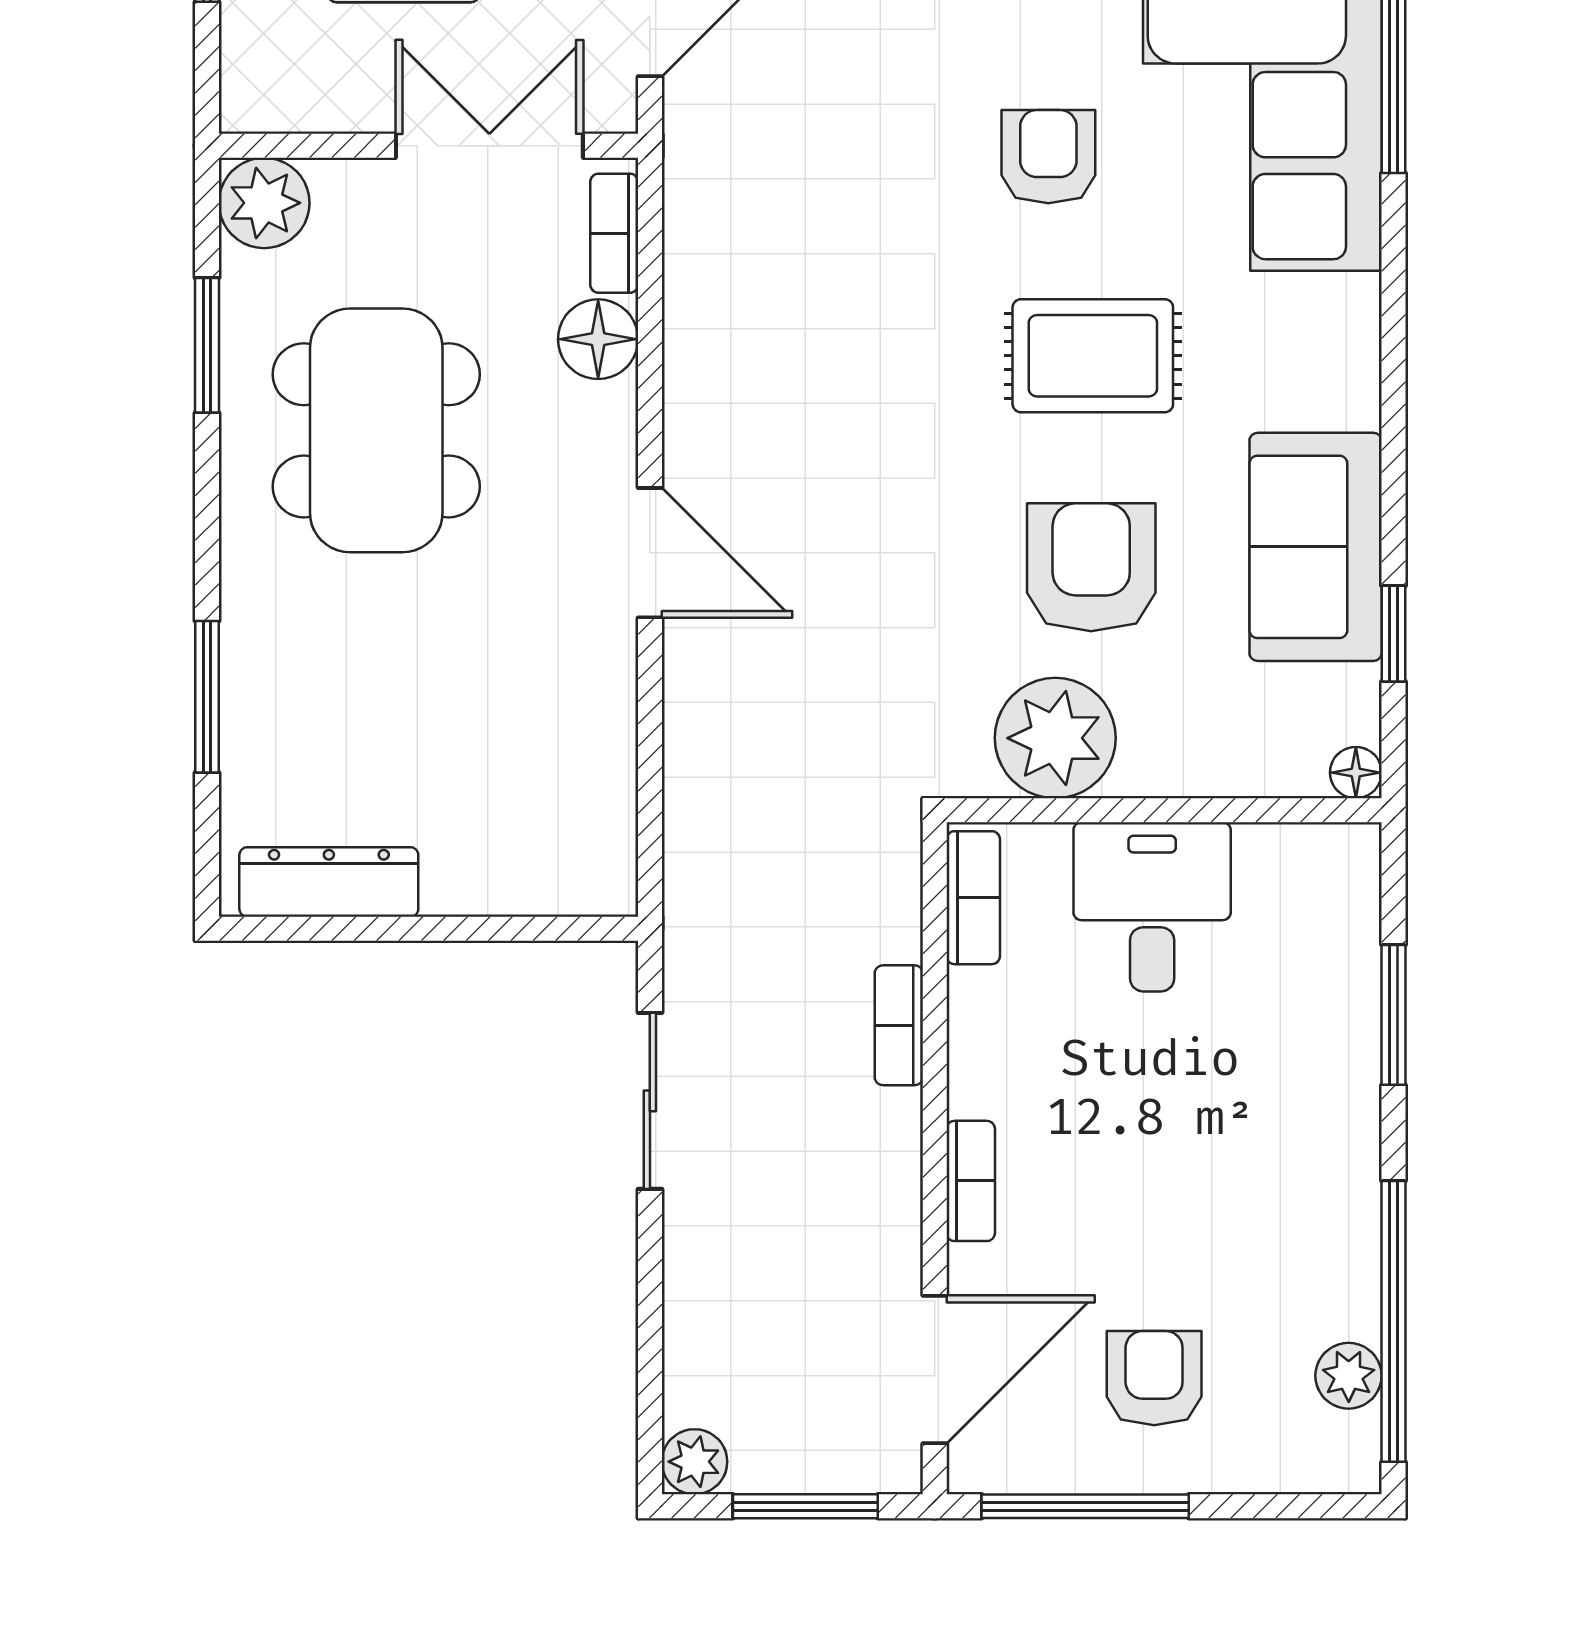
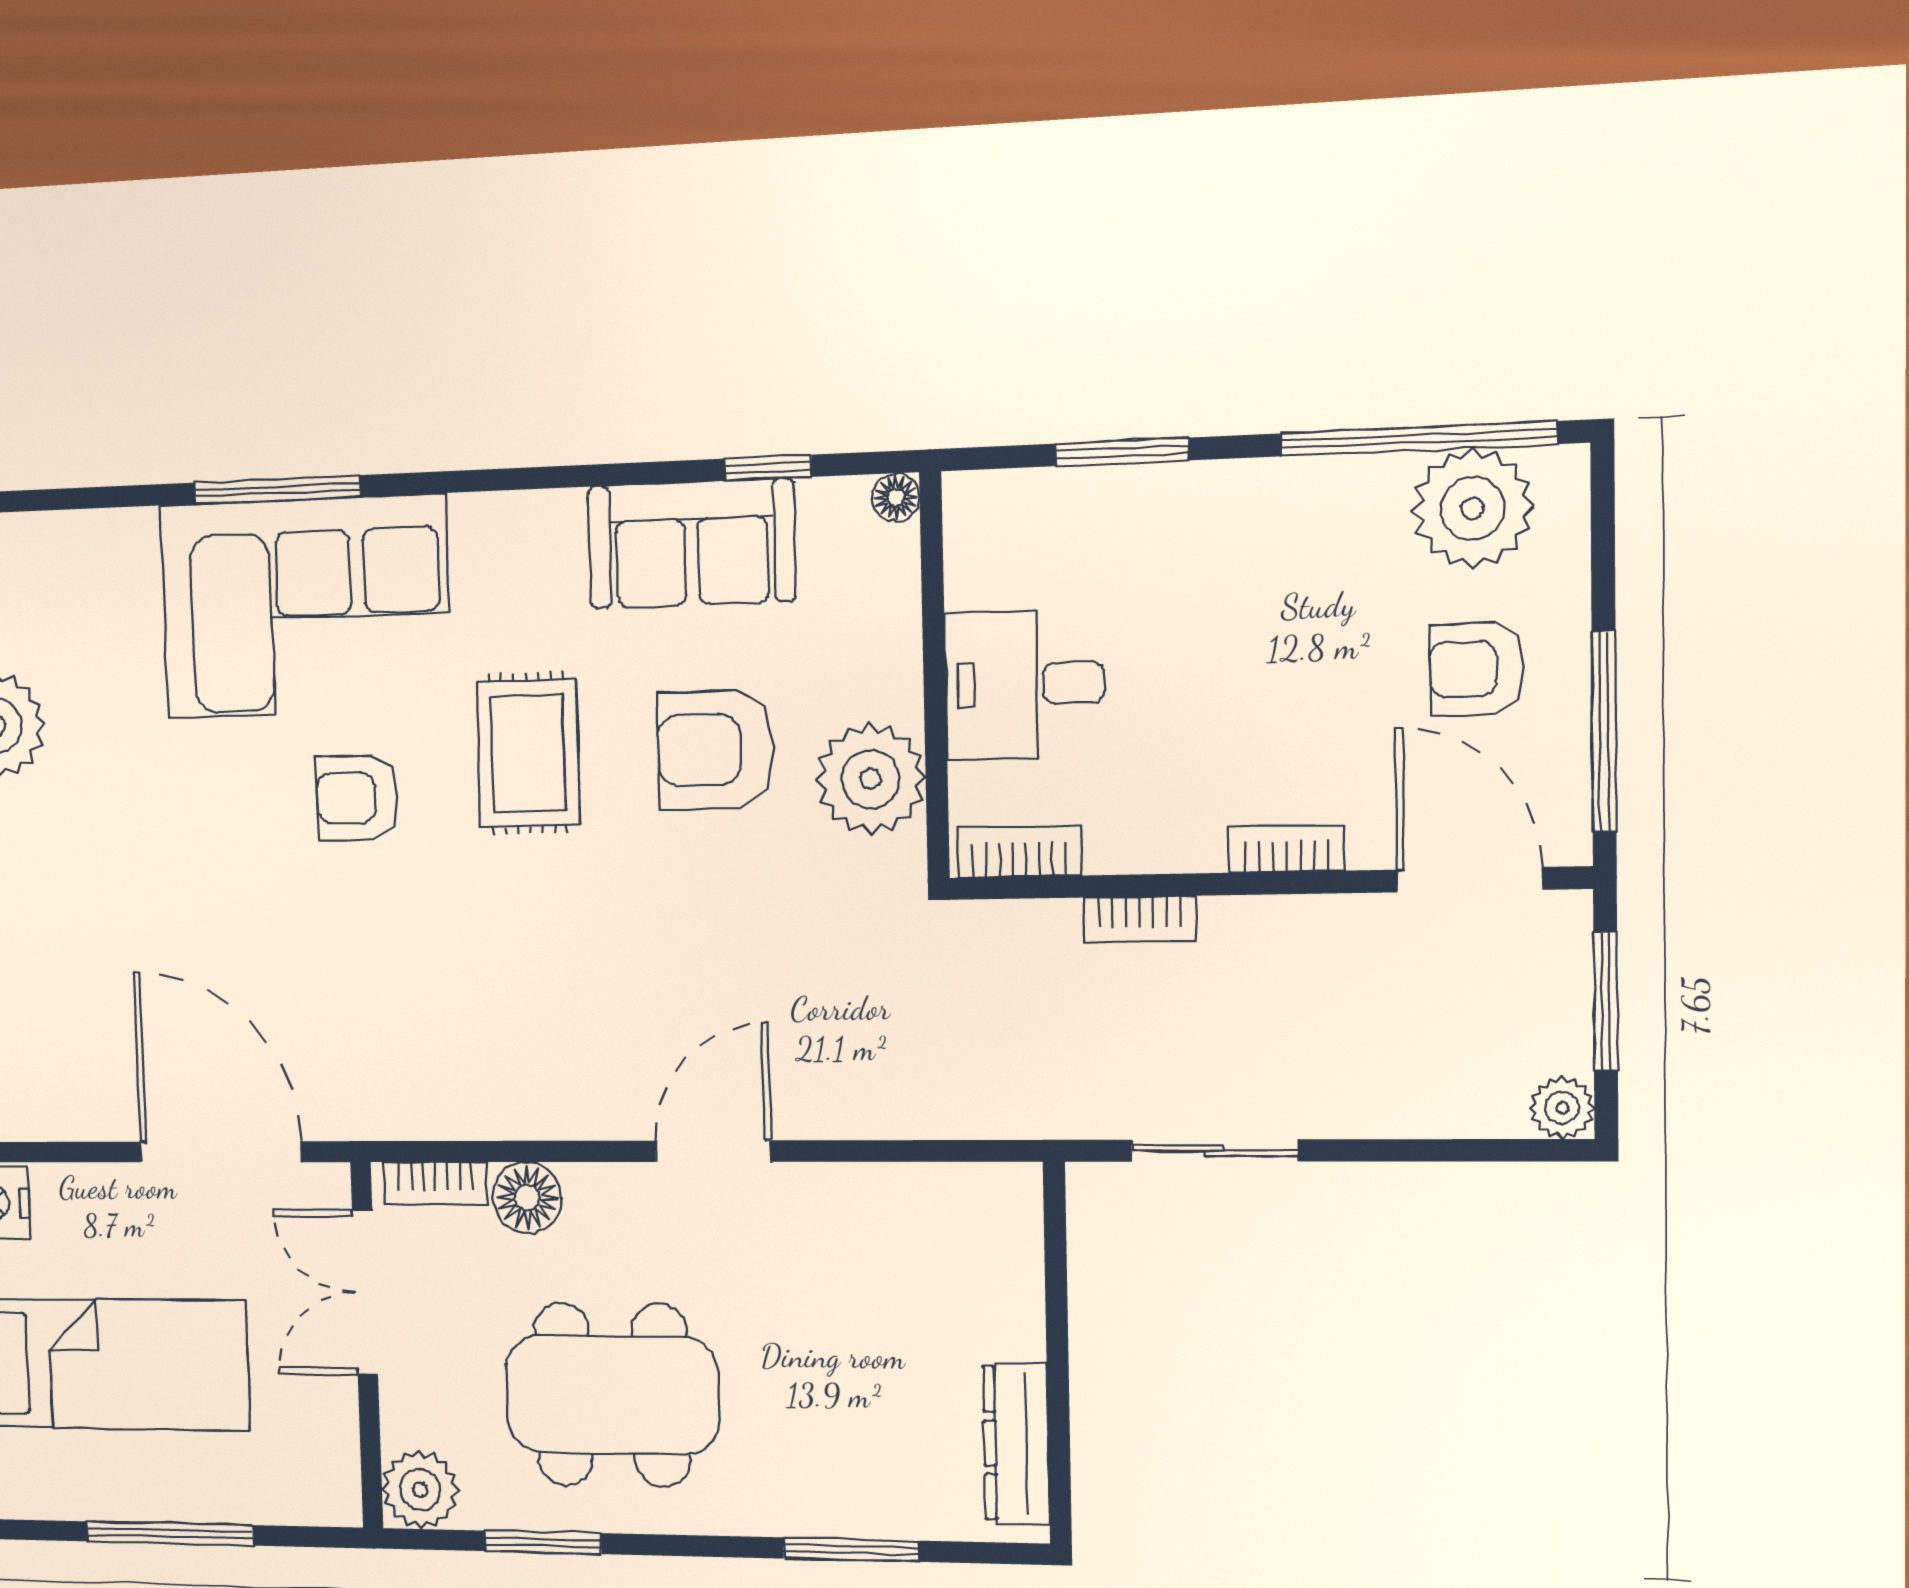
plant: (1349, 1376) -> (1473, 508), width x1.88, depth x1.88

